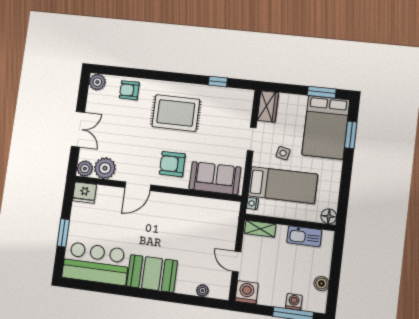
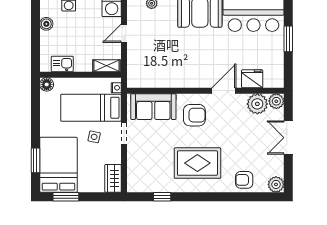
armchair: (129, 90) -> (244, 180), turned 180
doorway: (252, 139) -> (124, 134), moved
fridge: (85, 193) -> (252, 79), moved
kitchen sink: (304, 236) -> (62, 64), width x0.73
door: (237, 262) -> (124, 33), swing flipped

